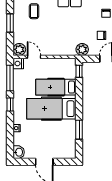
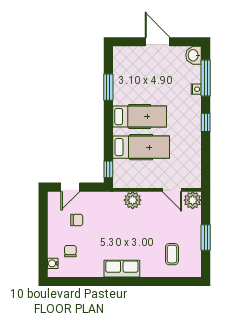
plant: (82, 49) -> (133, 200), moved
nightstand: (18, 64) -> (194, 180), removed
window: (10, 78) -> (206, 78), moved
hospital bed: (51, 109) -> (140, 117), width x0.73, depth x0.78

